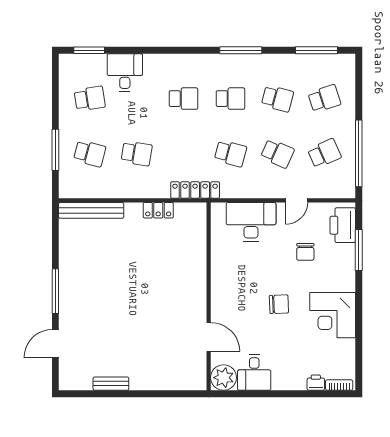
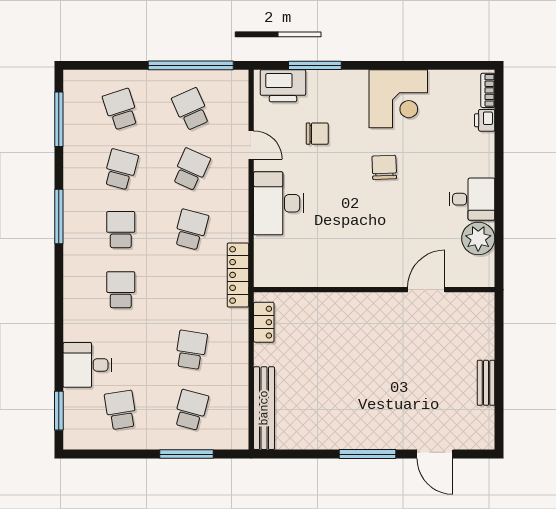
wall: (209, 296) -> (374, 290), moved
door: (209, 337) -> (426, 290), moved

